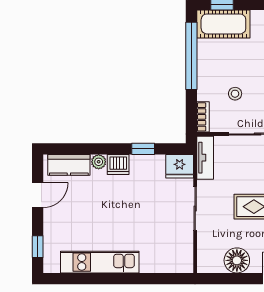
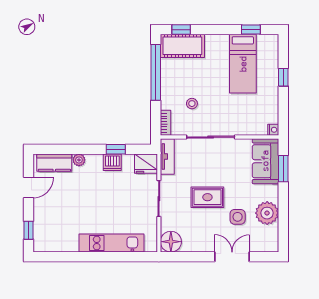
dishwasher: (118, 164) -> (112, 162), moved
floor lamp: (237, 260) -> (171, 242), moved
kitchen unit: (100, 262) -> (112, 243), moved

